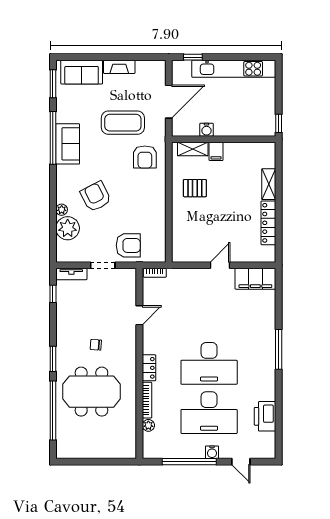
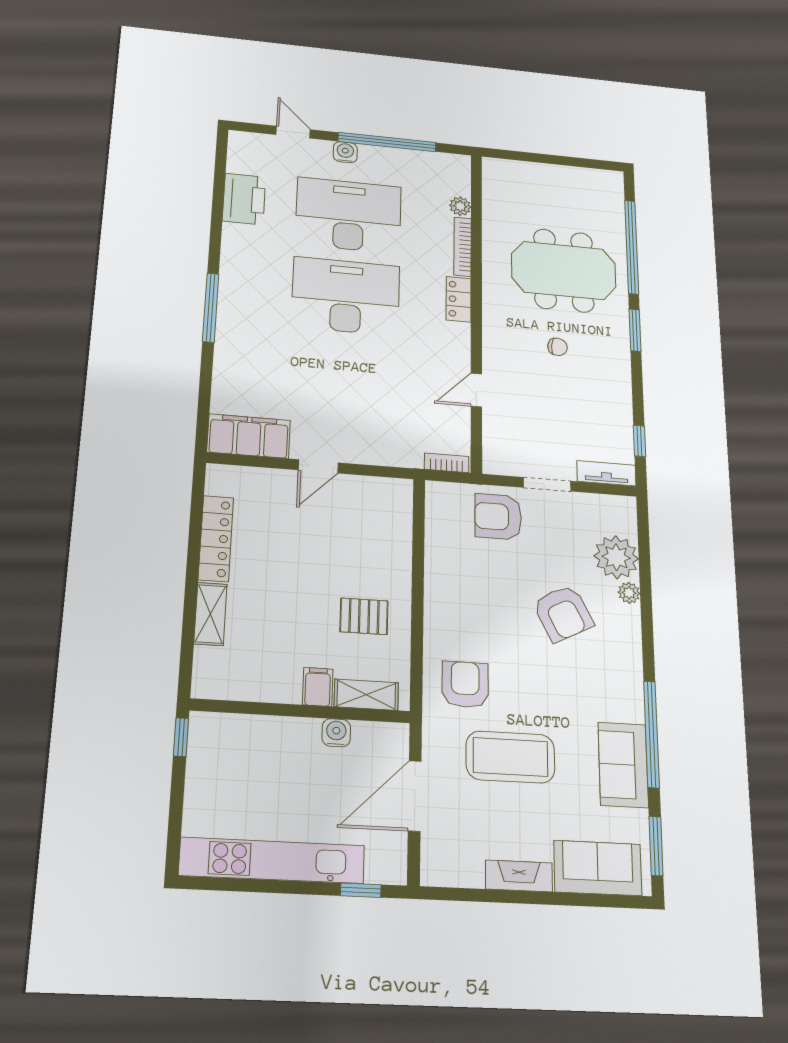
sofa: (68, 144) -> (623, 765), moved

